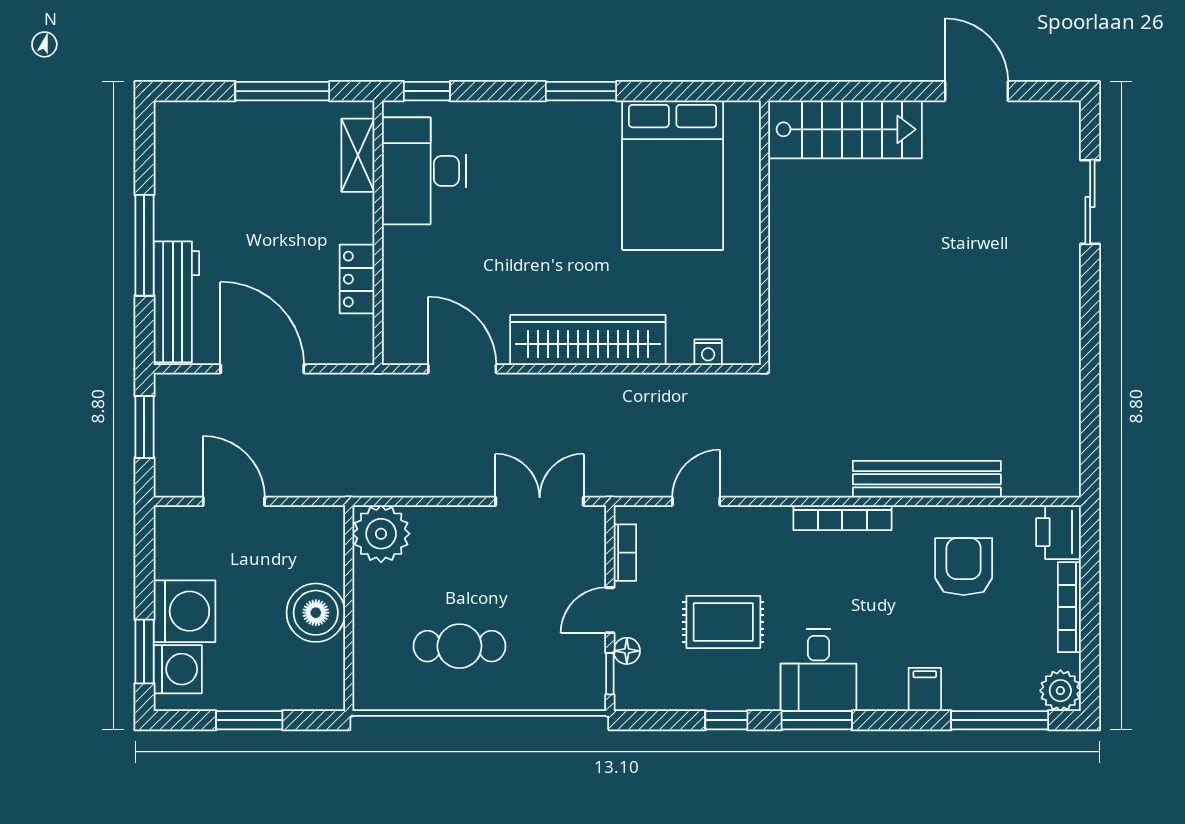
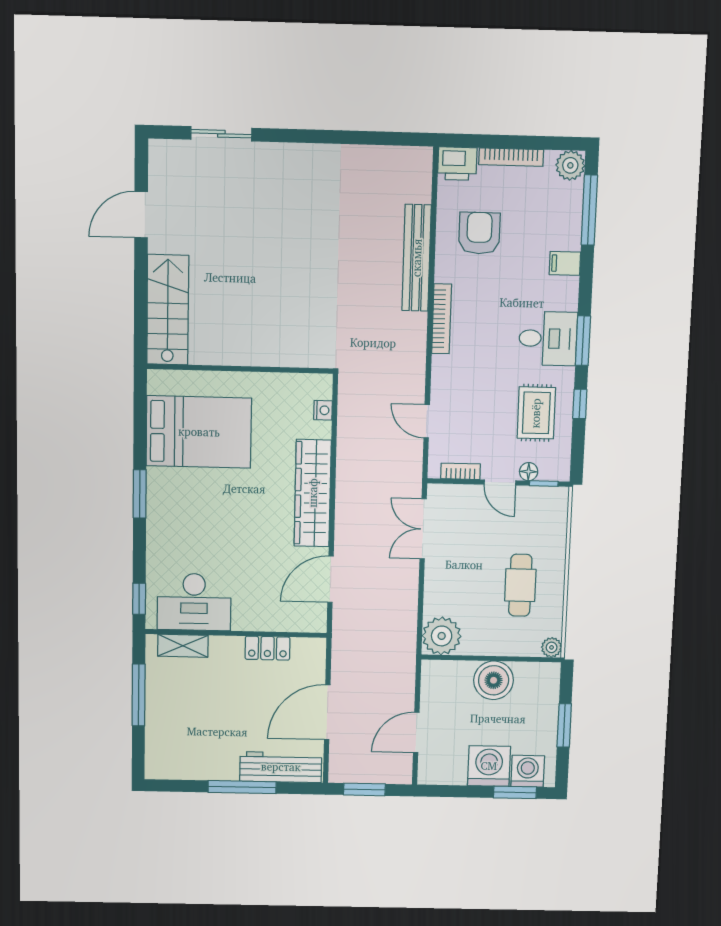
armchair: (964, 567) -> (479, 233), turned 90
rug: (723, 622) -> (536, 413), moved
plant: (367, 696) -> (552, 647), added

